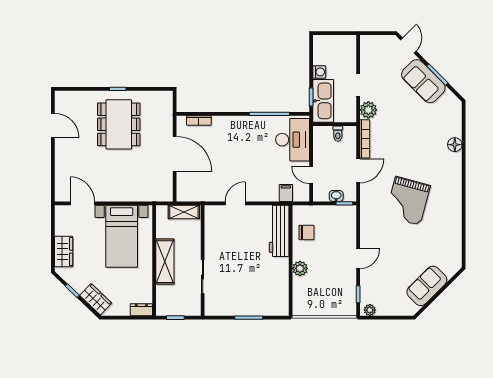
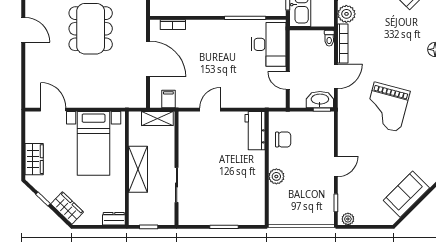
toilet: (338, 134) -> (329, 38), moved
filing cabinet: (286, 193) -> (168, 99), moved
washbasin: (336, 196) -> (320, 100), width x1.91, depth x1.45
workbench: (279, 231) -> (255, 131), width x0.73

